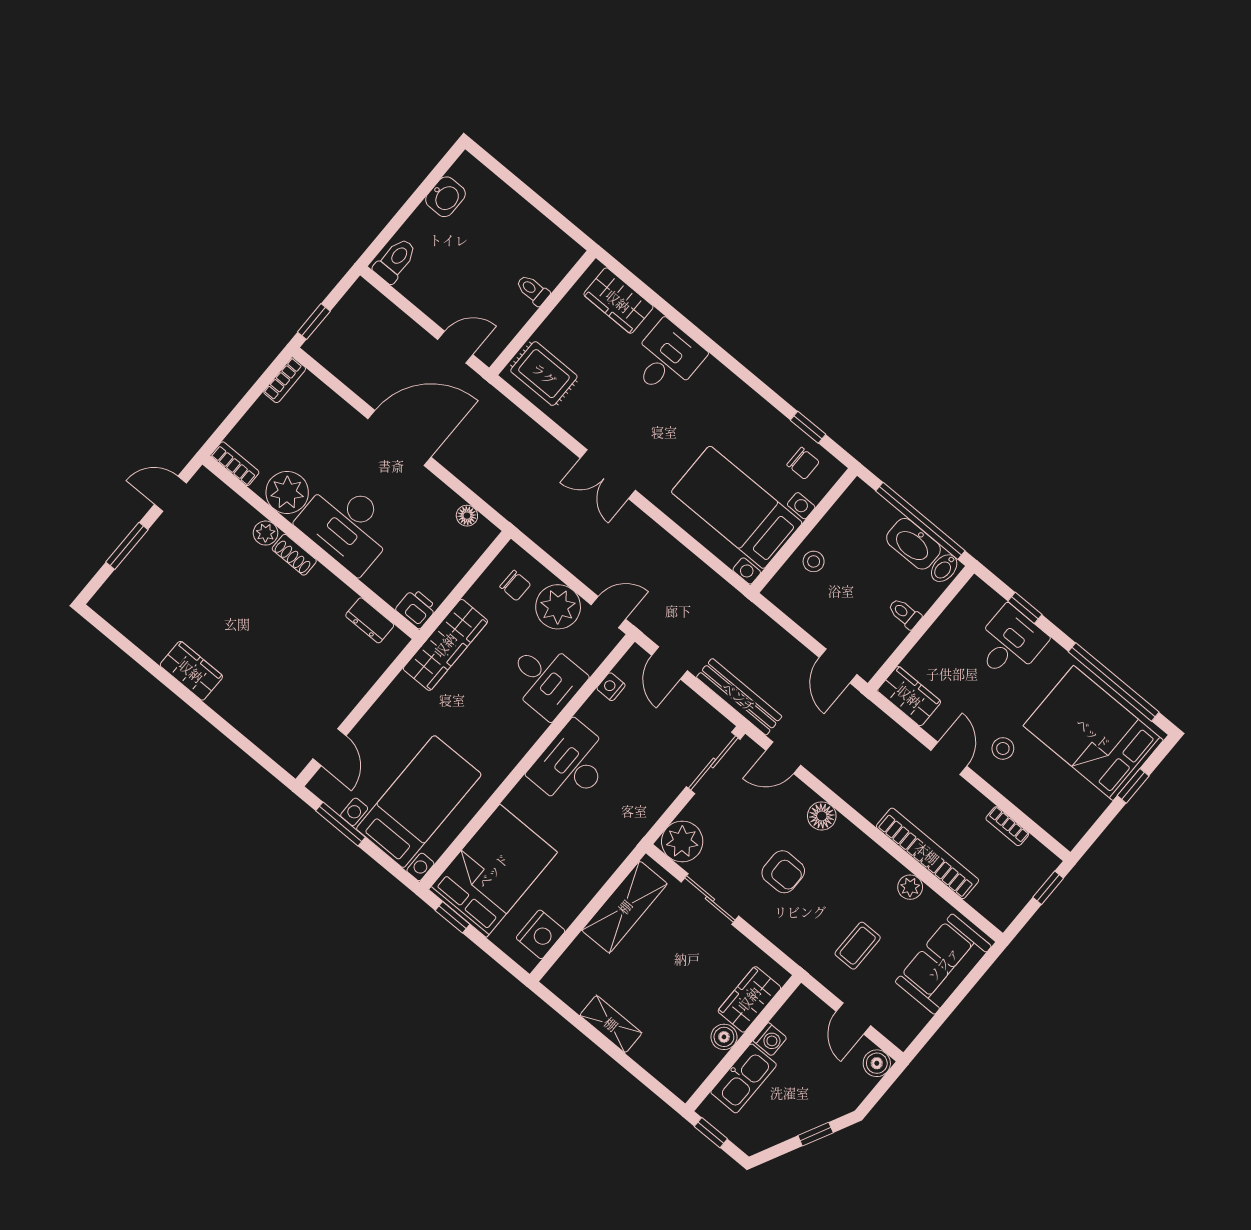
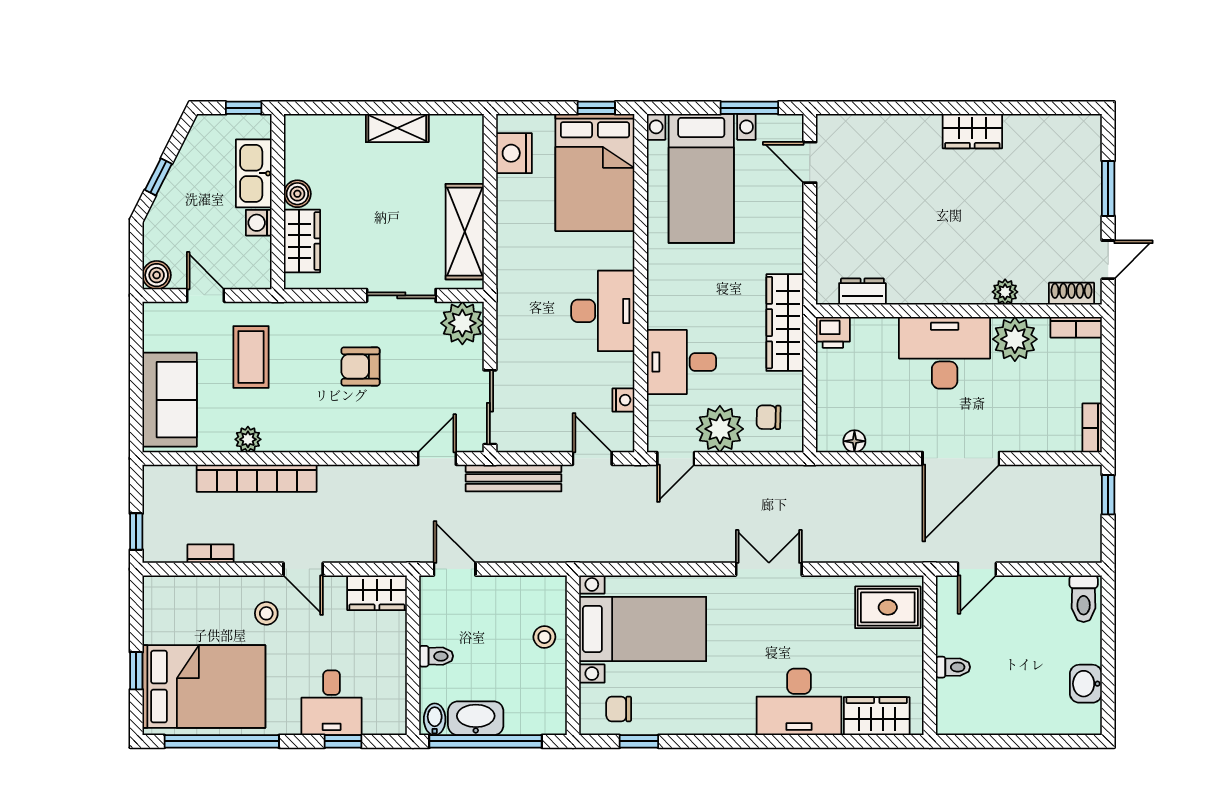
desk: (667, 358) -> (799, 702), width x1.37
shoe rack: (294, 555) -> (1072, 294), moved
floor lamp: (822, 816) -> (367, 437), removed
coffee table: (858, 946) -> (251, 357), width x1.36, depth x1.30

